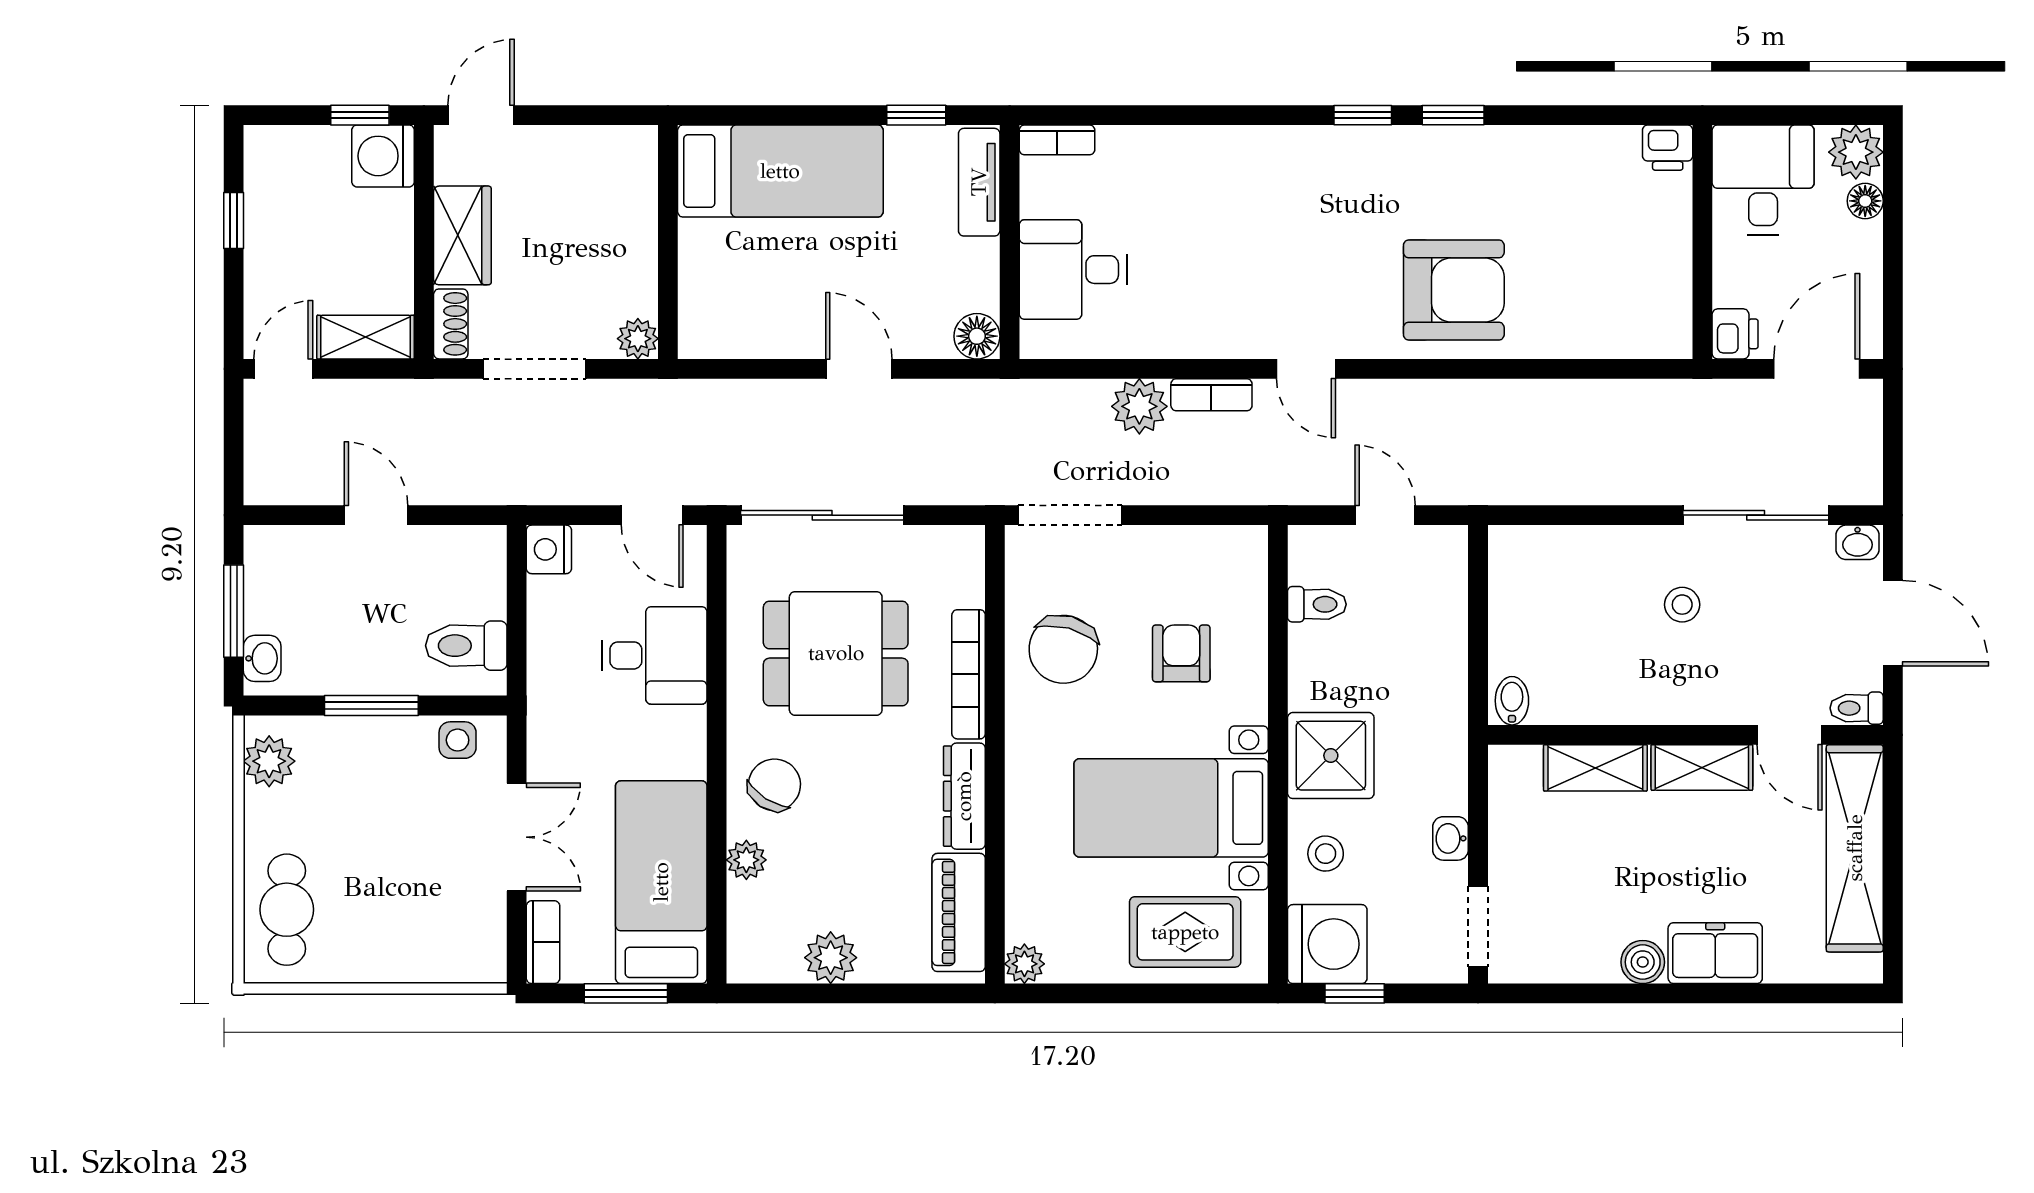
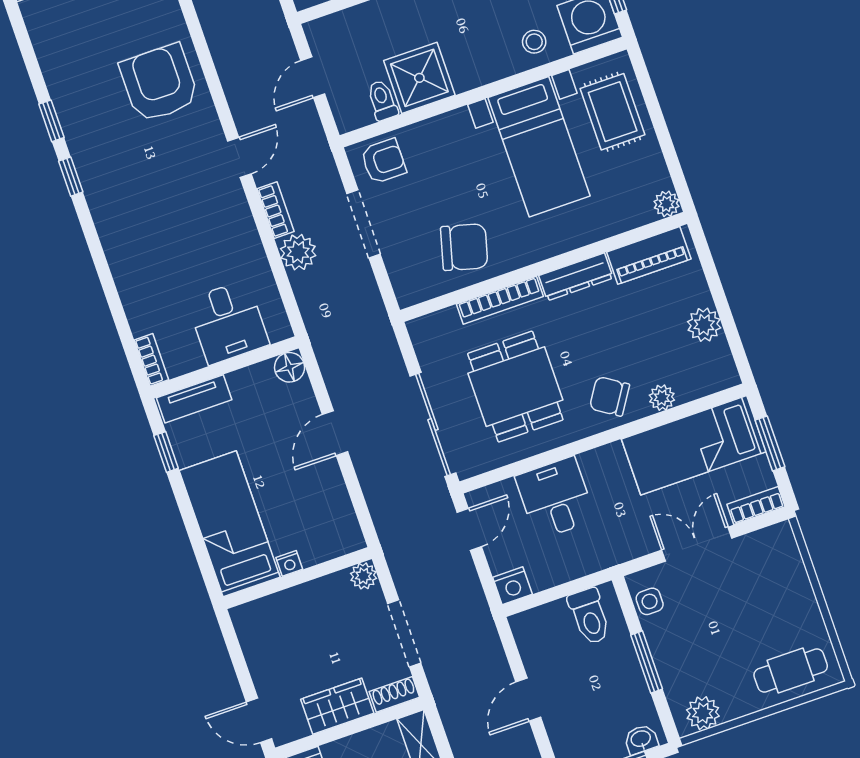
nightstand: (693, 238) -> (289, 563), added
doorway: (1070, 515) -> (364, 224), moved
armchair: (1181, 653) -> (383, 161), moved, turned 180
shower: (1331, 756) -> (419, 78), moved

